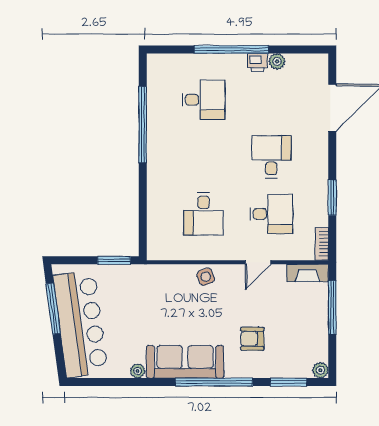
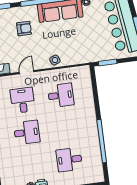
desk: (271, 157) -> (27, 132), turned -90
desk: (204, 214) -> (61, 95), turned 90
desk: (271, 214) -> (23, 100), turned 90

